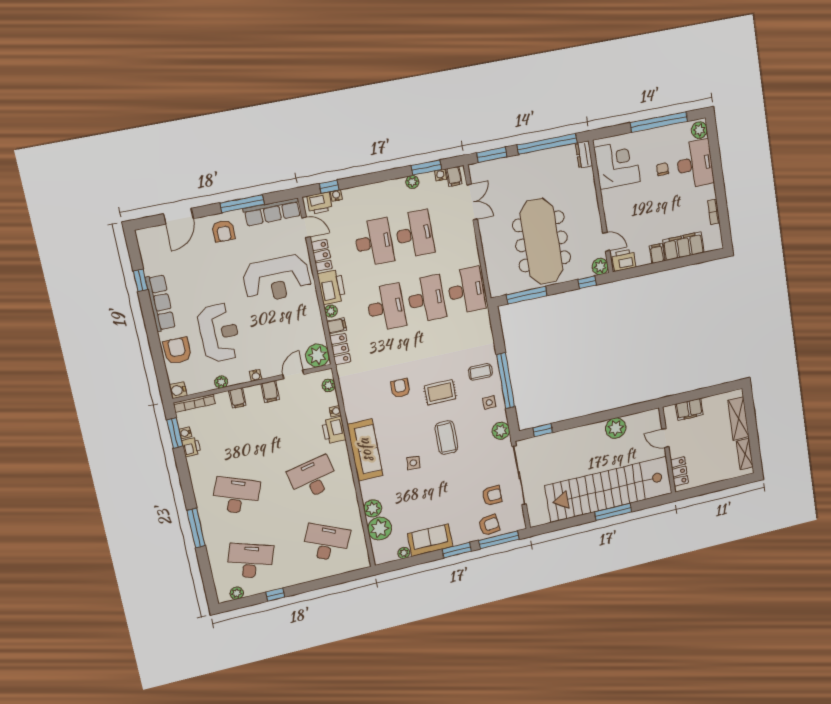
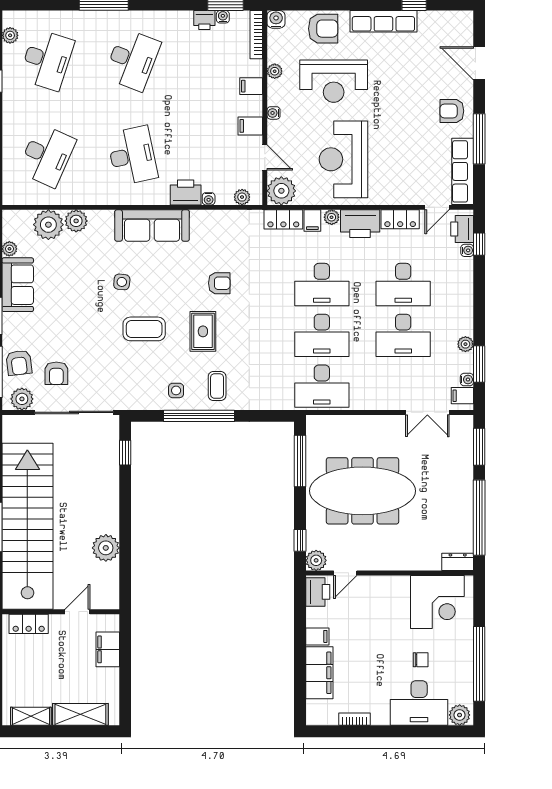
reception desk: (277, 279) -> (343, 159), moved
plant: (501, 431) -> (22, 399), moved

